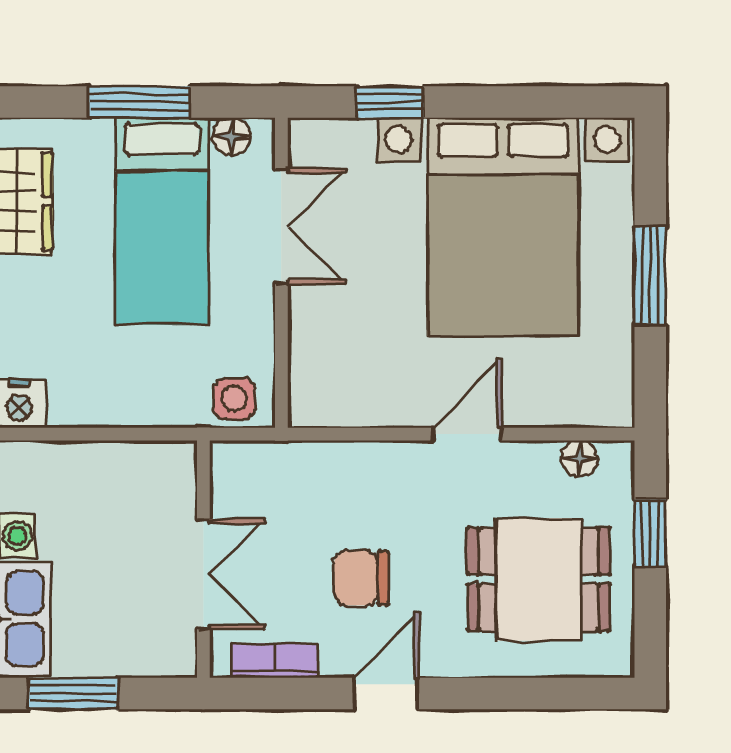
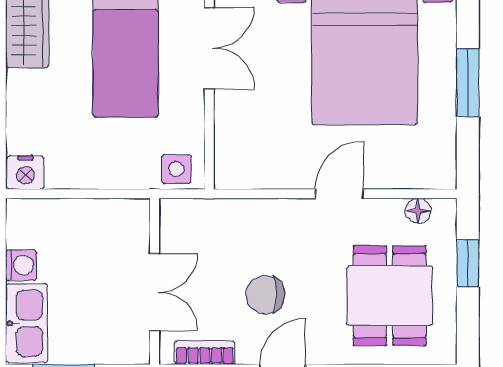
dining table: (539, 579) -> (390, 296), turned 90

